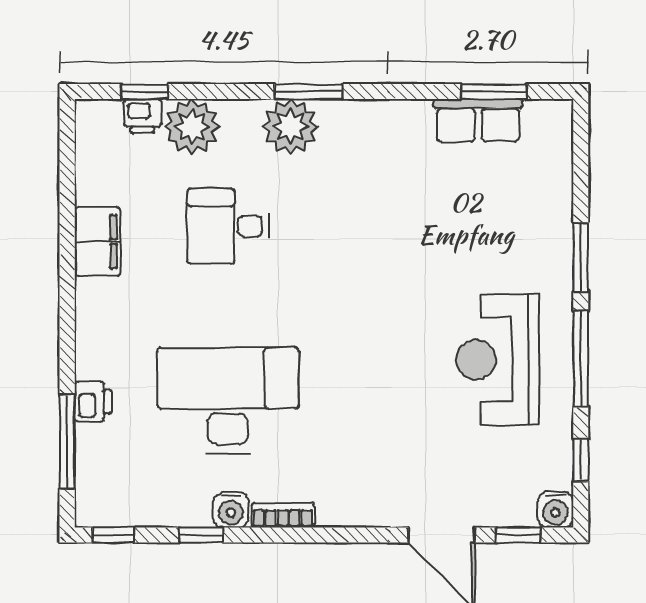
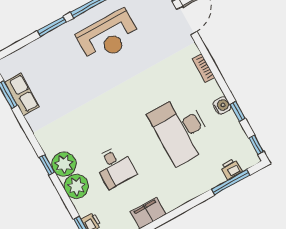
window: (308, 92) -> (47, 165), width x0.67
plant: (192, 127) -> (76, 186), moved
printer: (93, 402) -> (231, 169), moved
bookcase: (283, 515) -> (204, 68), moved

